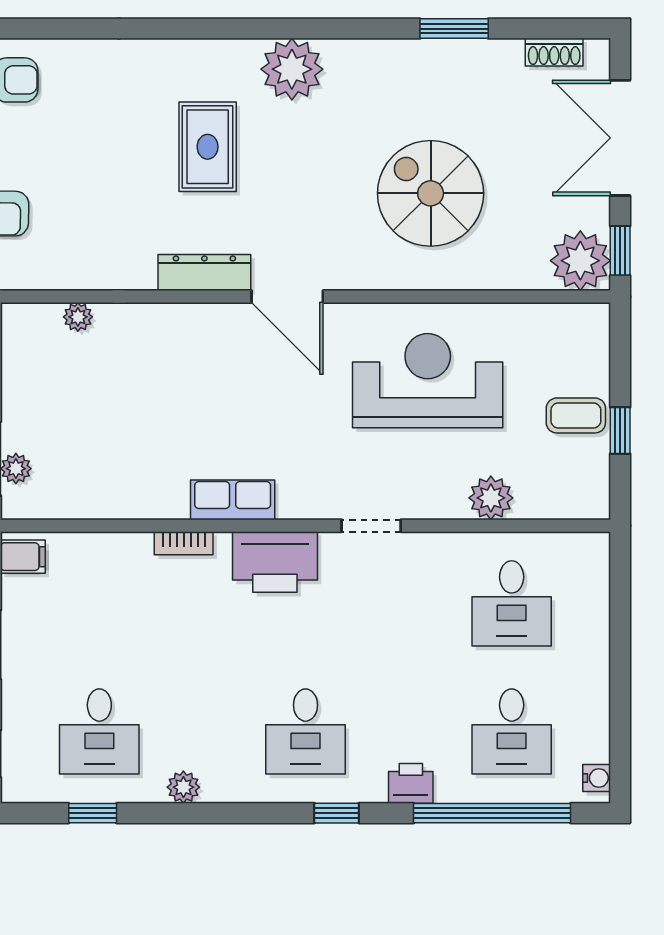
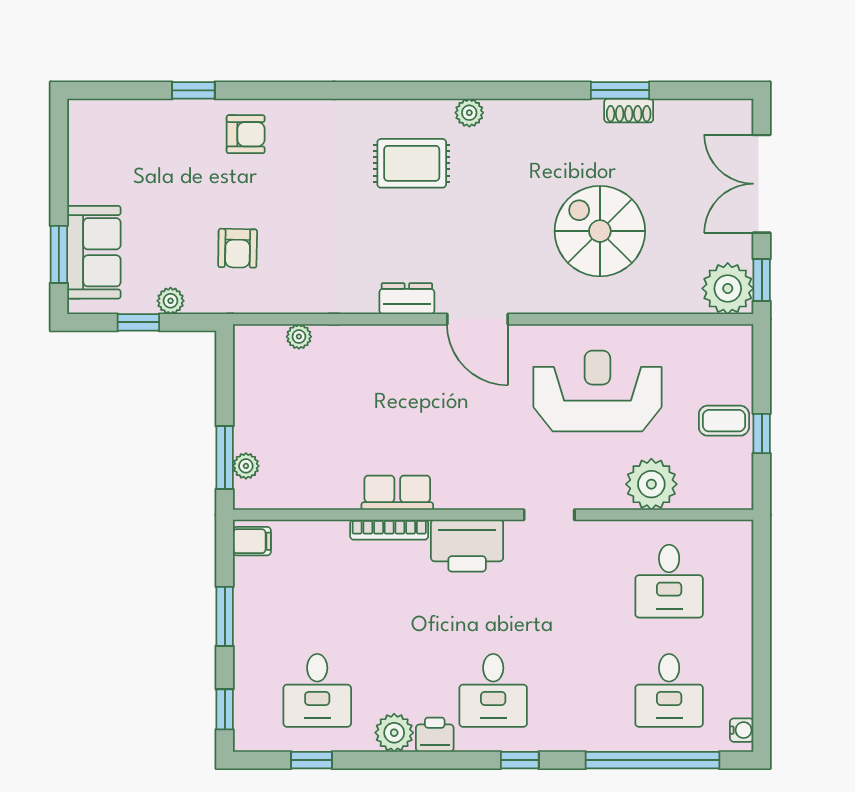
shoe rack: (554, 52) -> (629, 111), moved
plant: (292, 69) -> (469, 113), width x0.53, depth x0.53
rug: (208, 147) -> (412, 163), moved, turned 90
dresser: (204, 273) -> (407, 299), width x0.70
plant: (491, 498) -> (651, 484), width x1.36, depth x1.36
row of seats: (233, 500) -> (397, 493), moved
bookcase: (184, 543) -> (389, 530), width x1.56
printer: (411, 783) -> (435, 735), moved
plant: (183, 787) -> (394, 733), width x1.38, depth x1.38

